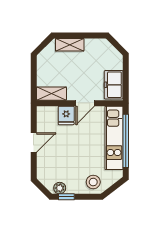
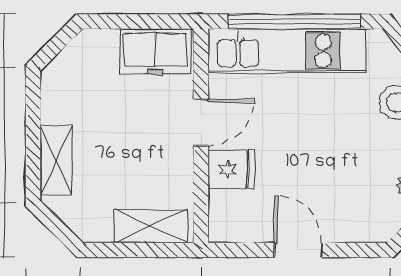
shelving: (51, 94) -> (151, 226), moved, turned 90
door: (85, 103) -> (201, 122), hinge flipped

